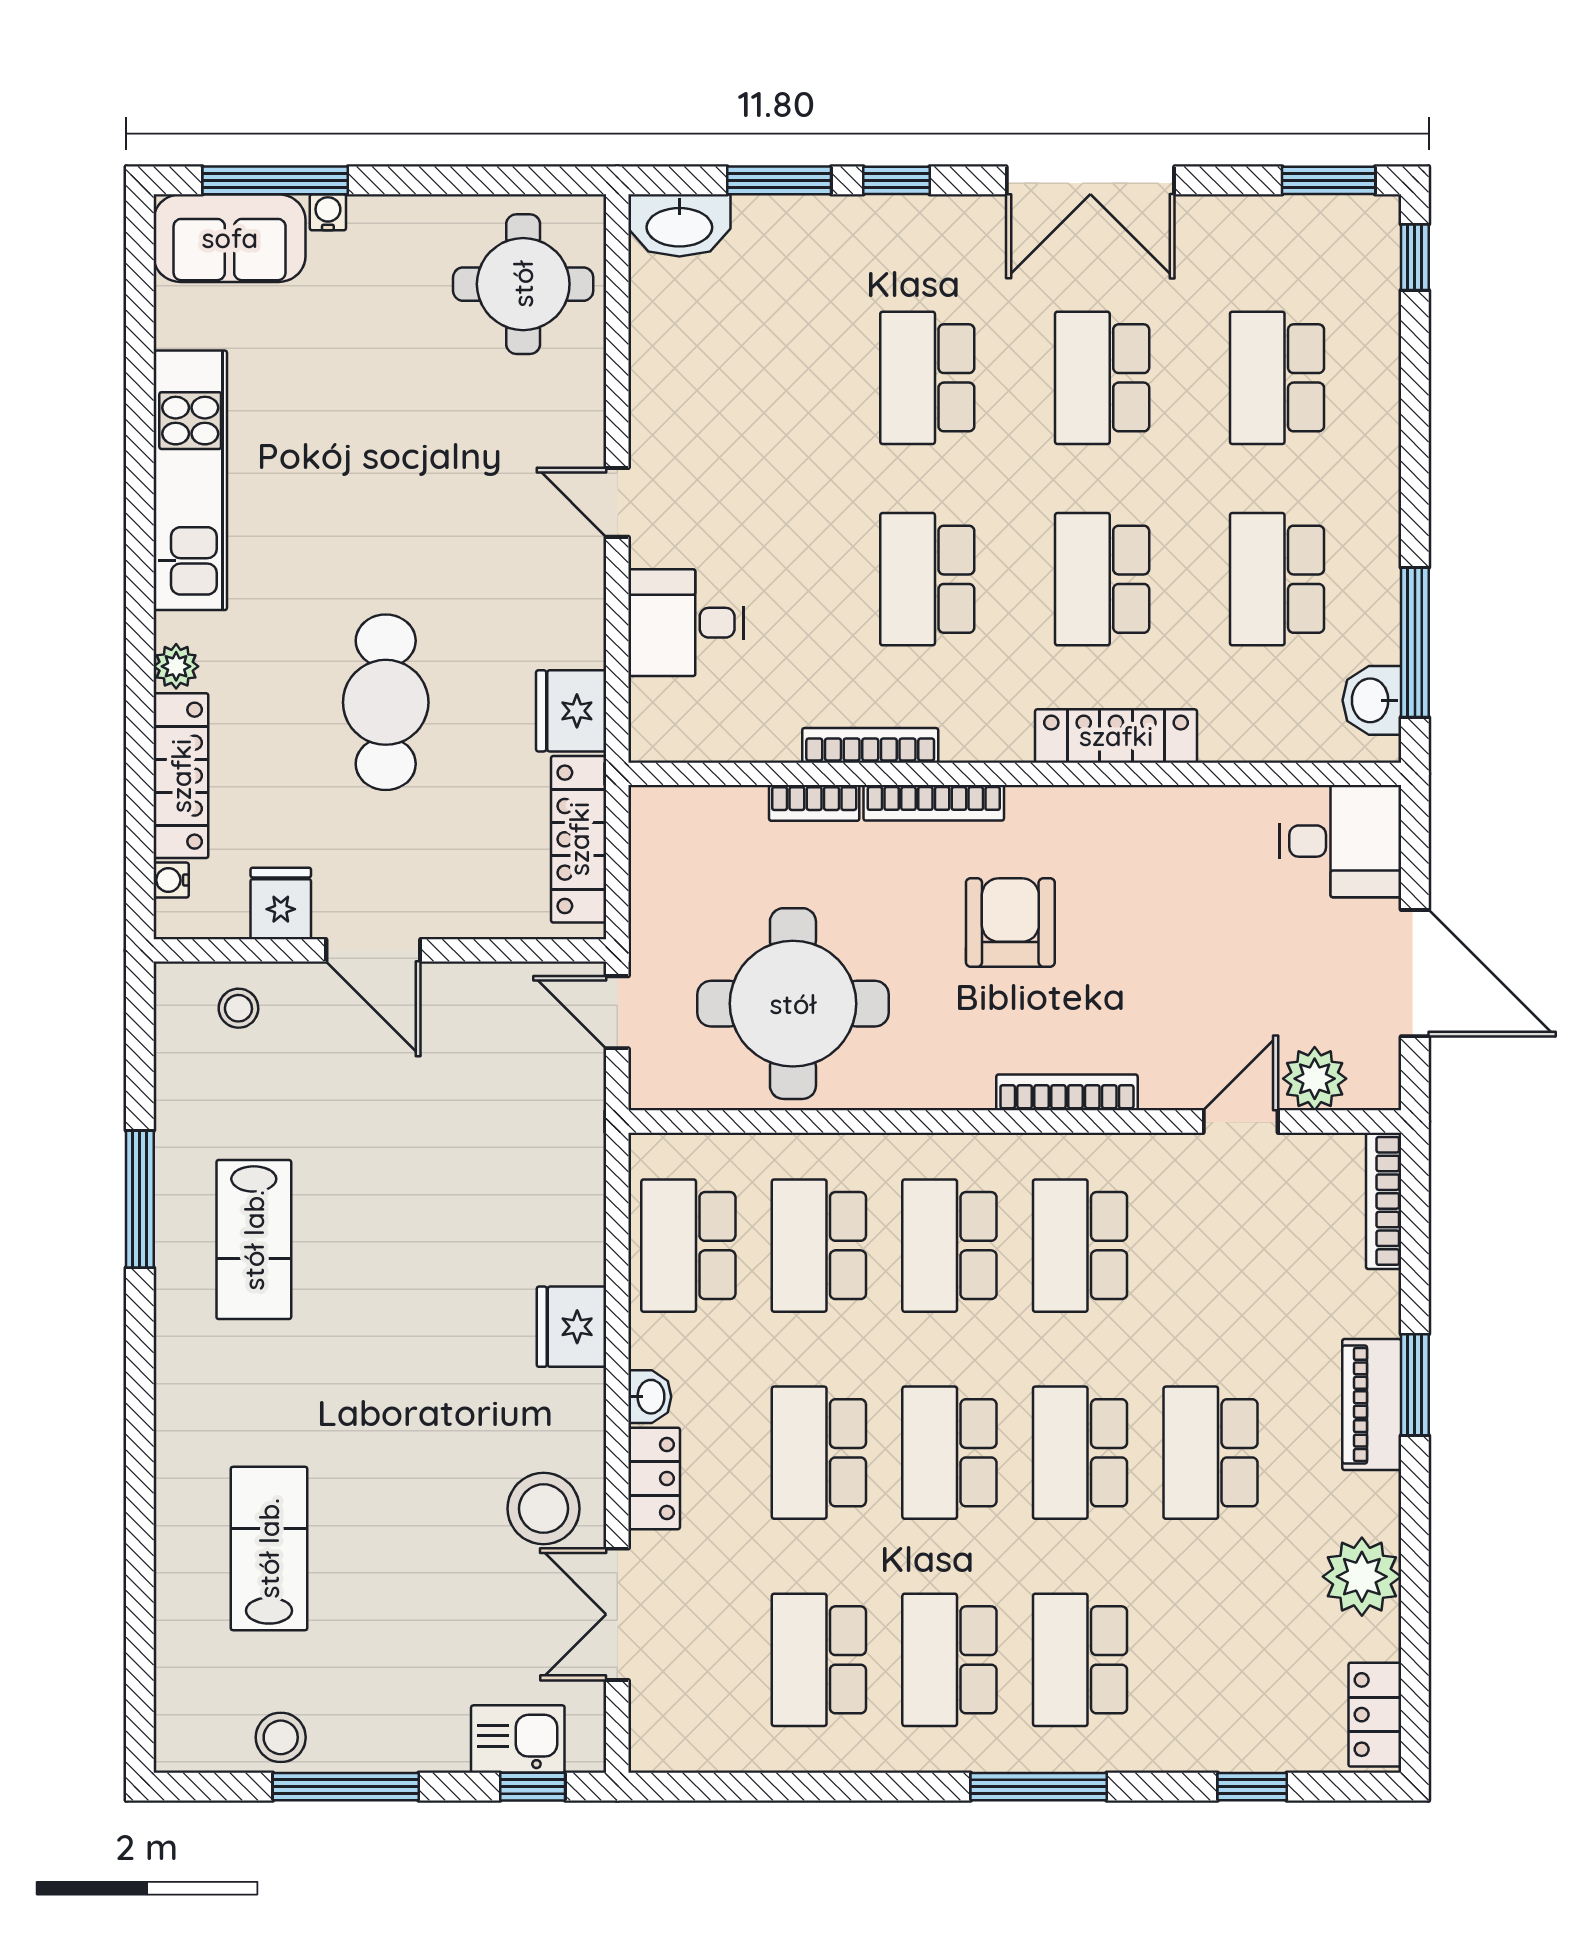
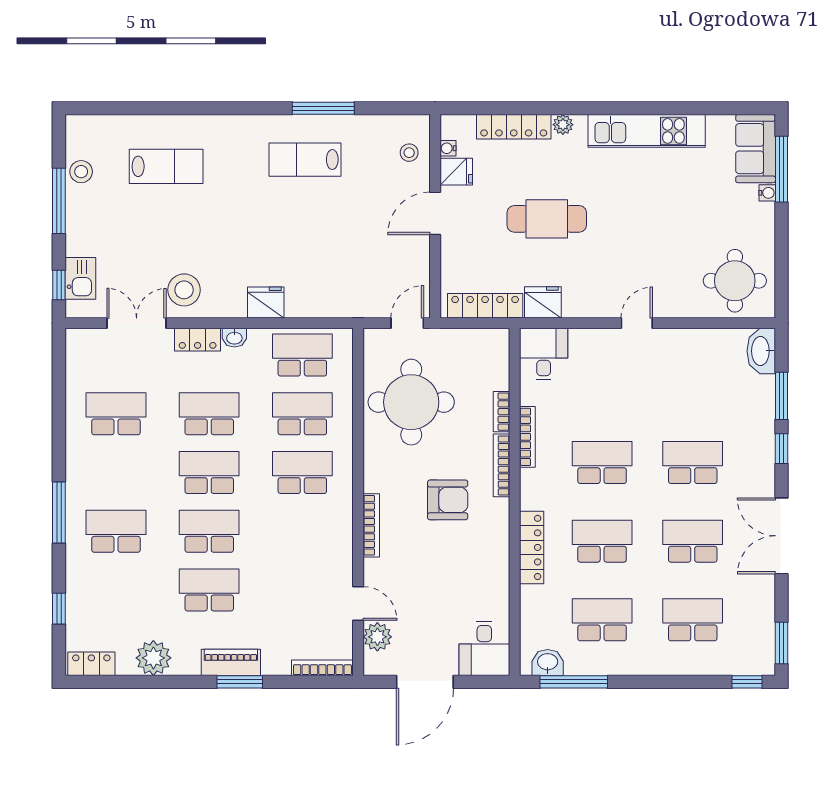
desk: (686, 623) -> (544, 354), moved
water cooler: (171, 880) -> (448, 148), moved, turned -90
school desk: (1080, 1246) -> (302, 531), removed
school desk: (949, 1660) -> (116, 472), removed

